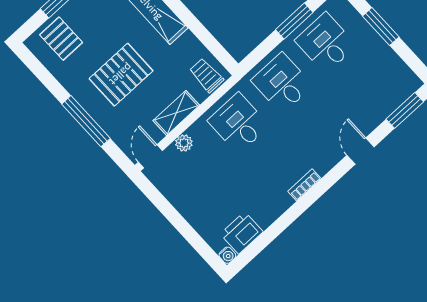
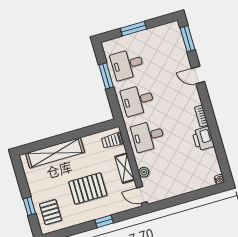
pallet: (61, 39) -> (51, 212), turned 90
pallet: (121, 75) -> (88, 188), turned 90
window: (86, 121) -> (104, 221), width x0.46
printer: (242, 233) -> (203, 139), moved

